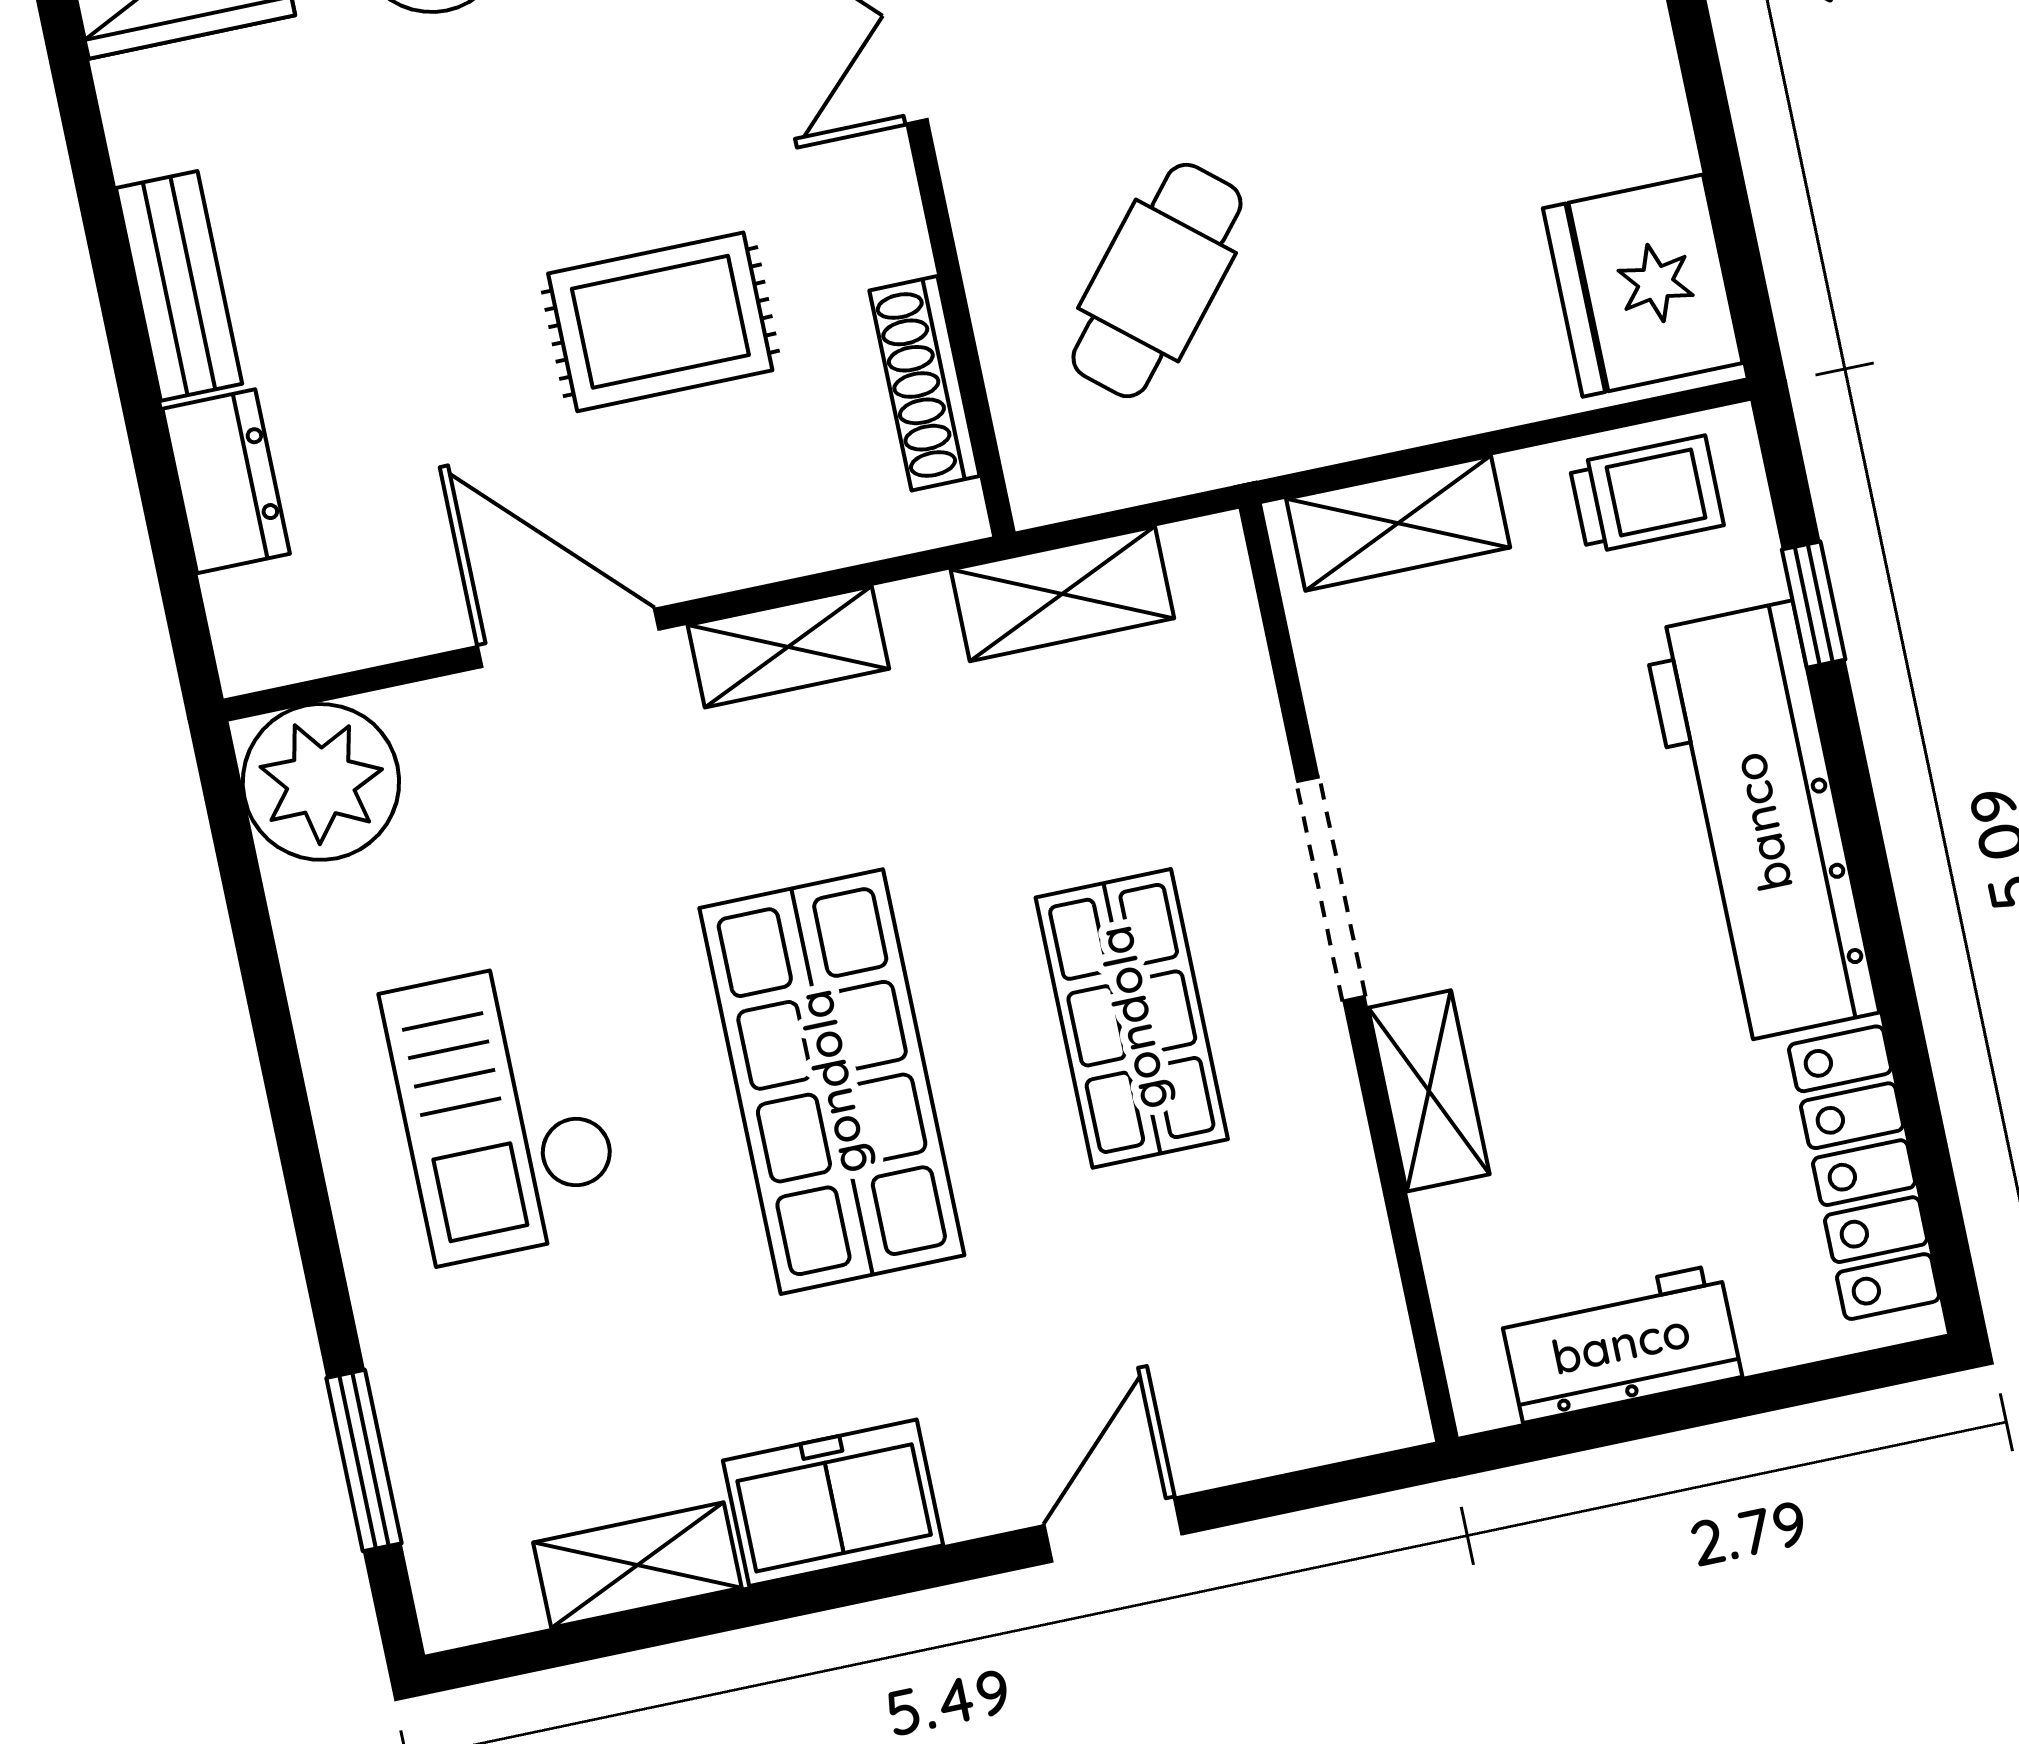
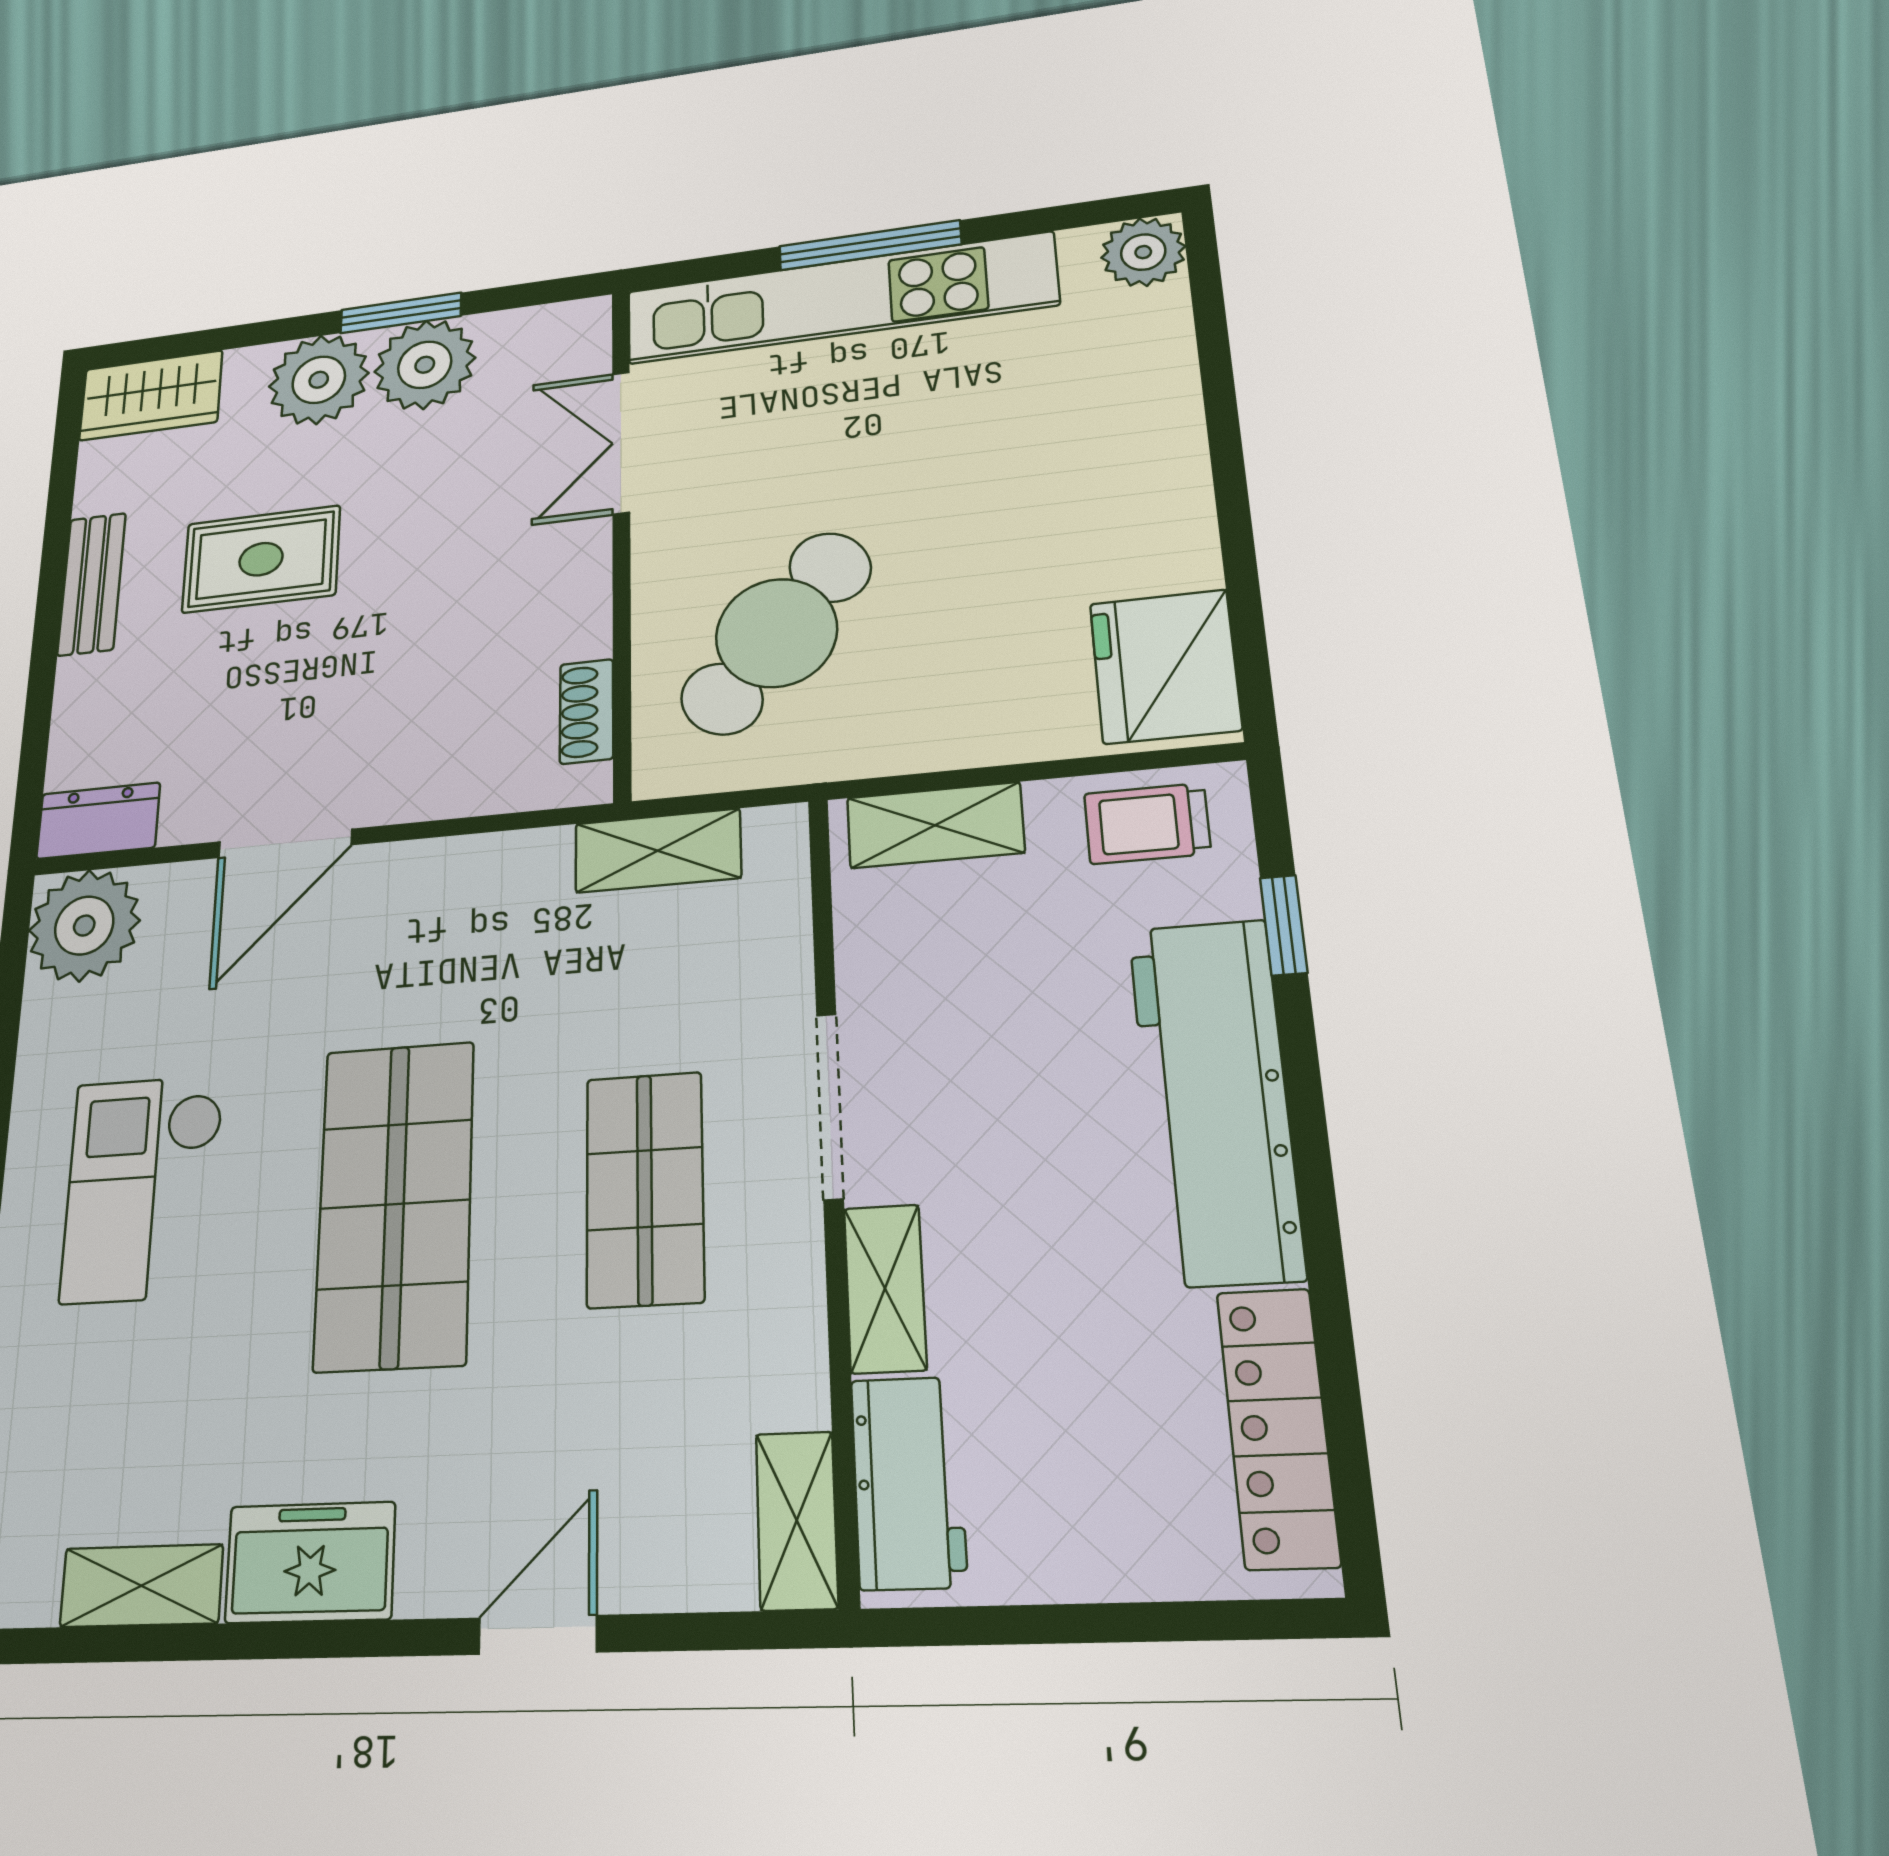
cafe table: (1157, 281) -> (776, 633), width x1.37, depth x1.35
rug: (660, 322) -> (261, 559), moved
shoe rack: (925, 383) -> (587, 711), width x0.70
dresser: (226, 481) -> (98, 821), moved, turned -90
trolley: (1646, 495) -> (1147, 824), turned 180
door: (568, 638) -> (285, 843), swing flipped
shelving: (788, 647) -> (797, 1520), moved, turned 90
workbench: (1621, 1343) -> (908, 1482), moved, turned 90

